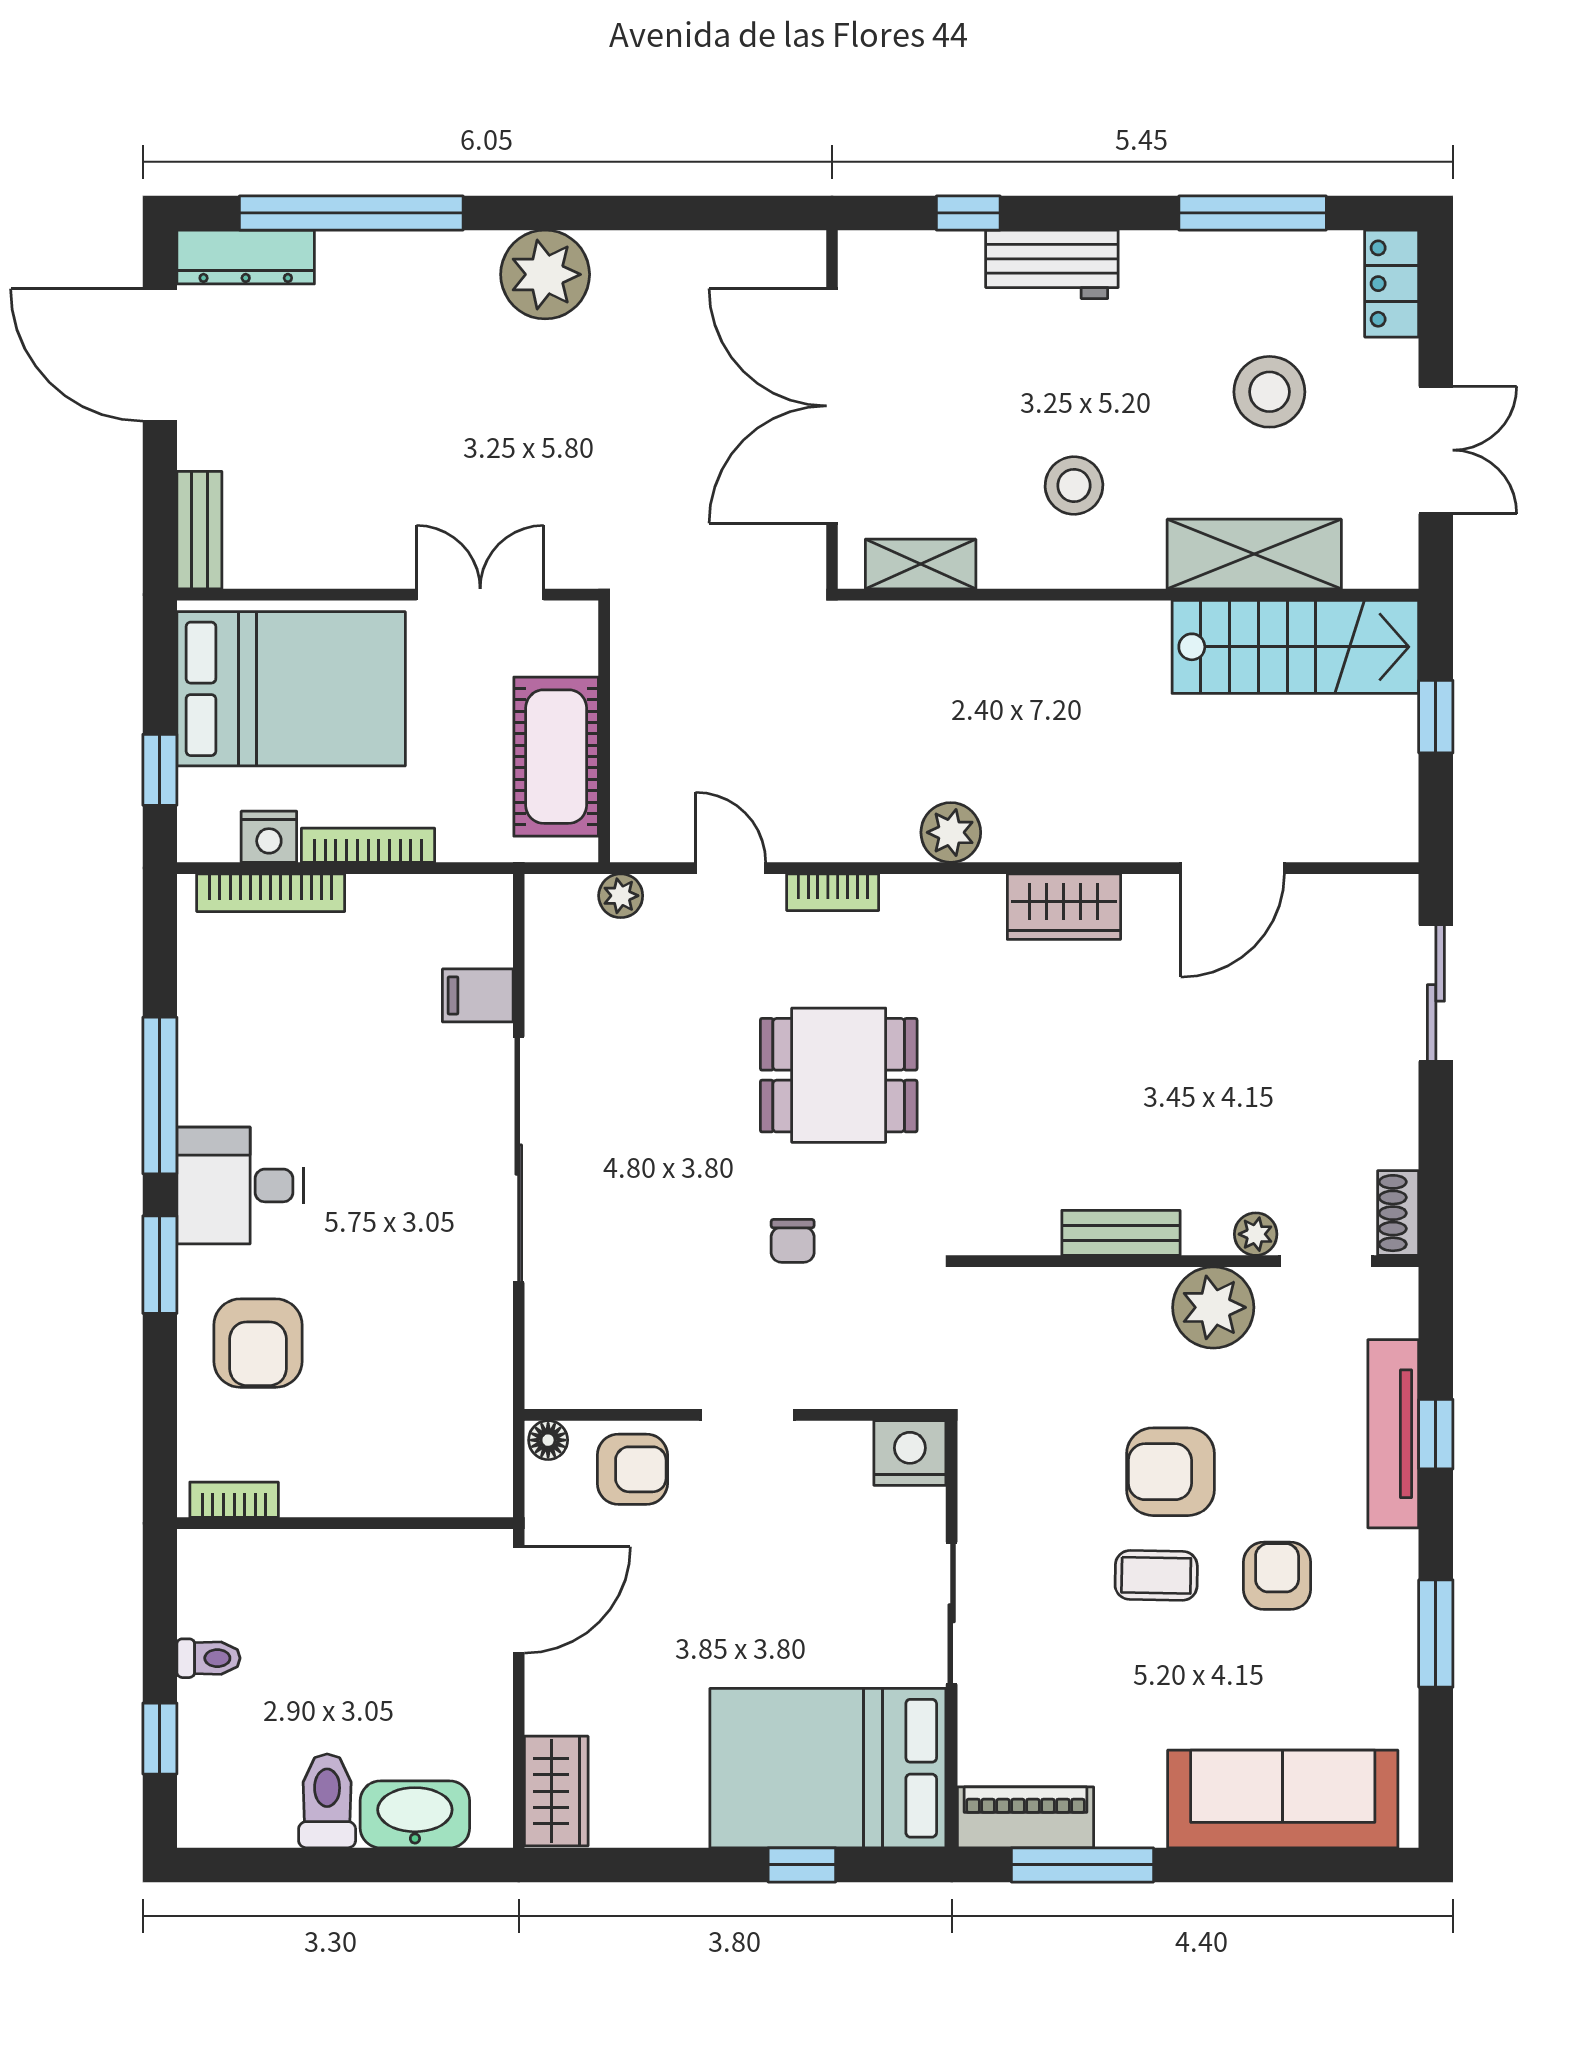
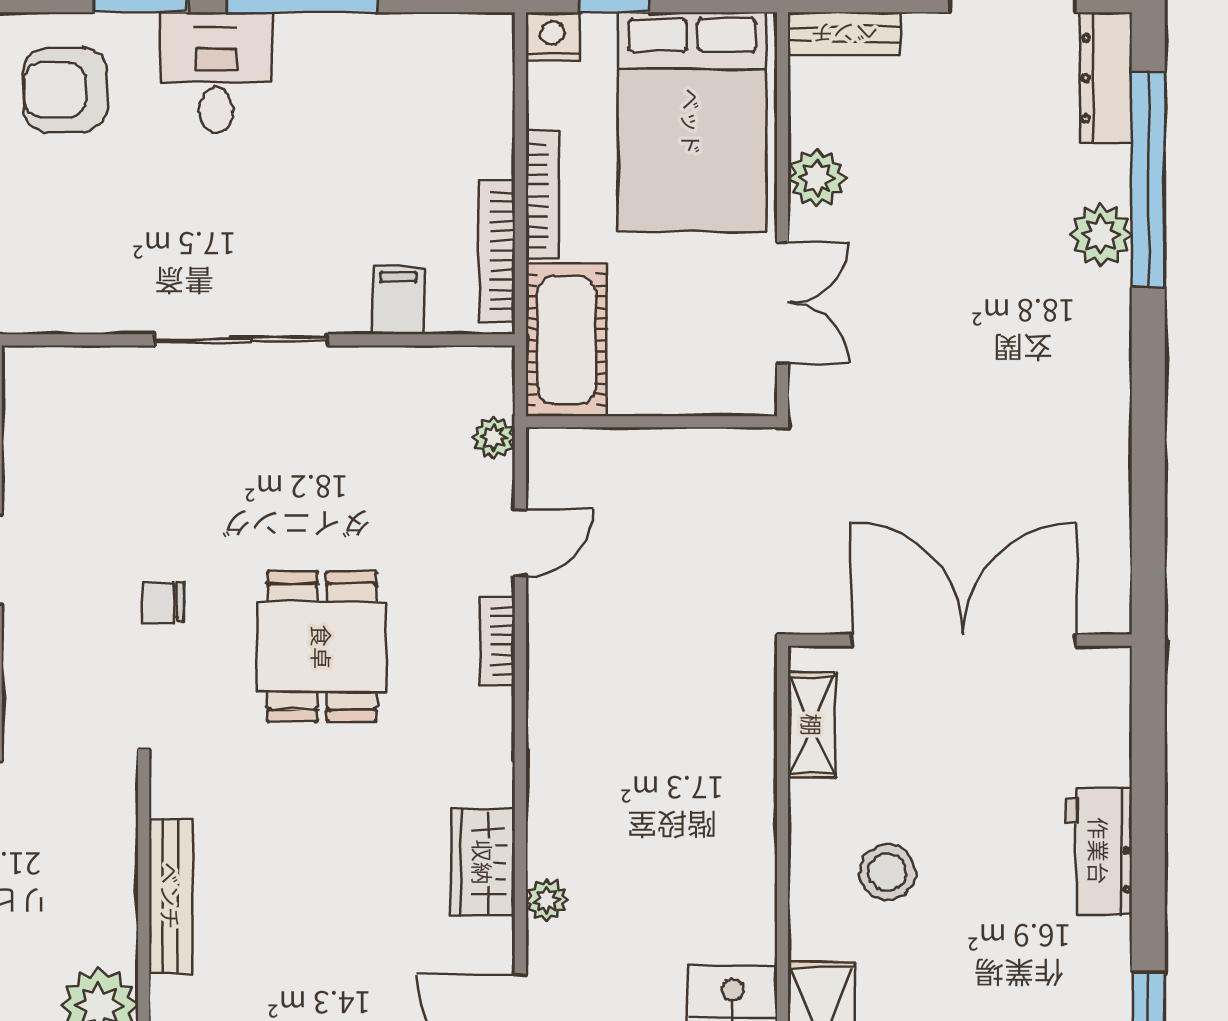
window: (968, 213) -> (1148, 771), removed
plant: (545, 274) -> (1101, 235), moved, width x0.73, depth x0.73
plant: (350, 559) -> (817, 178), added
cot: (556, 757) -> (566, 340), moved, turned 90
plant: (951, 832) -> (547, 900), moved, width x0.73, depth x0.73
nightstand: (269, 837) -> (552, 37), moved, turned 90
bookcase: (271, 893) -> (497, 251), moved
sliding door: (519, 1160) -> (241, 340), width x0.73
bench: (1121, 1233) -> (171, 896), width x1.36

